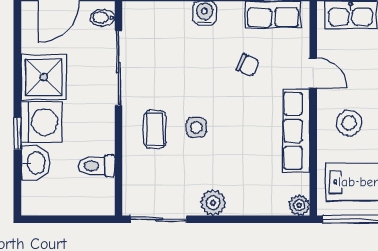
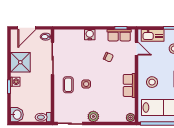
door: (313, 73) -> (137, 49), moved
washing machine: (41, 122) -> (15, 82), width x0.53, depth x0.53
row of seats: (296, 131) -> (129, 85), width x0.68
washbasin: (36, 163) -> (17, 115), moved
toilet: (97, 166) -> (43, 117), moved

